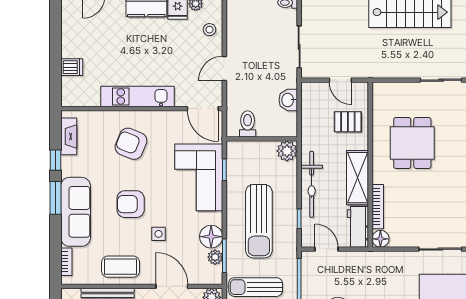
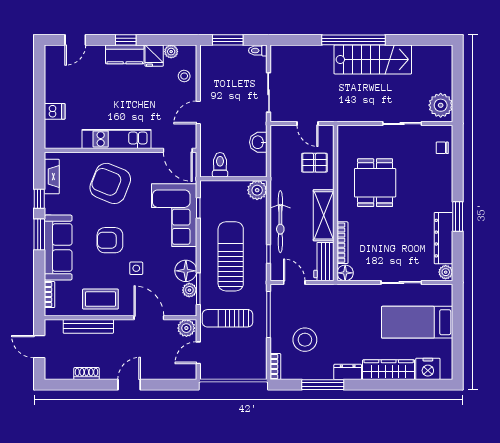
armchair: (131, 144) -> (110, 183), width x1.36, depth x1.36
sun lounger: (259, 221) -> (231, 256), turned 180

